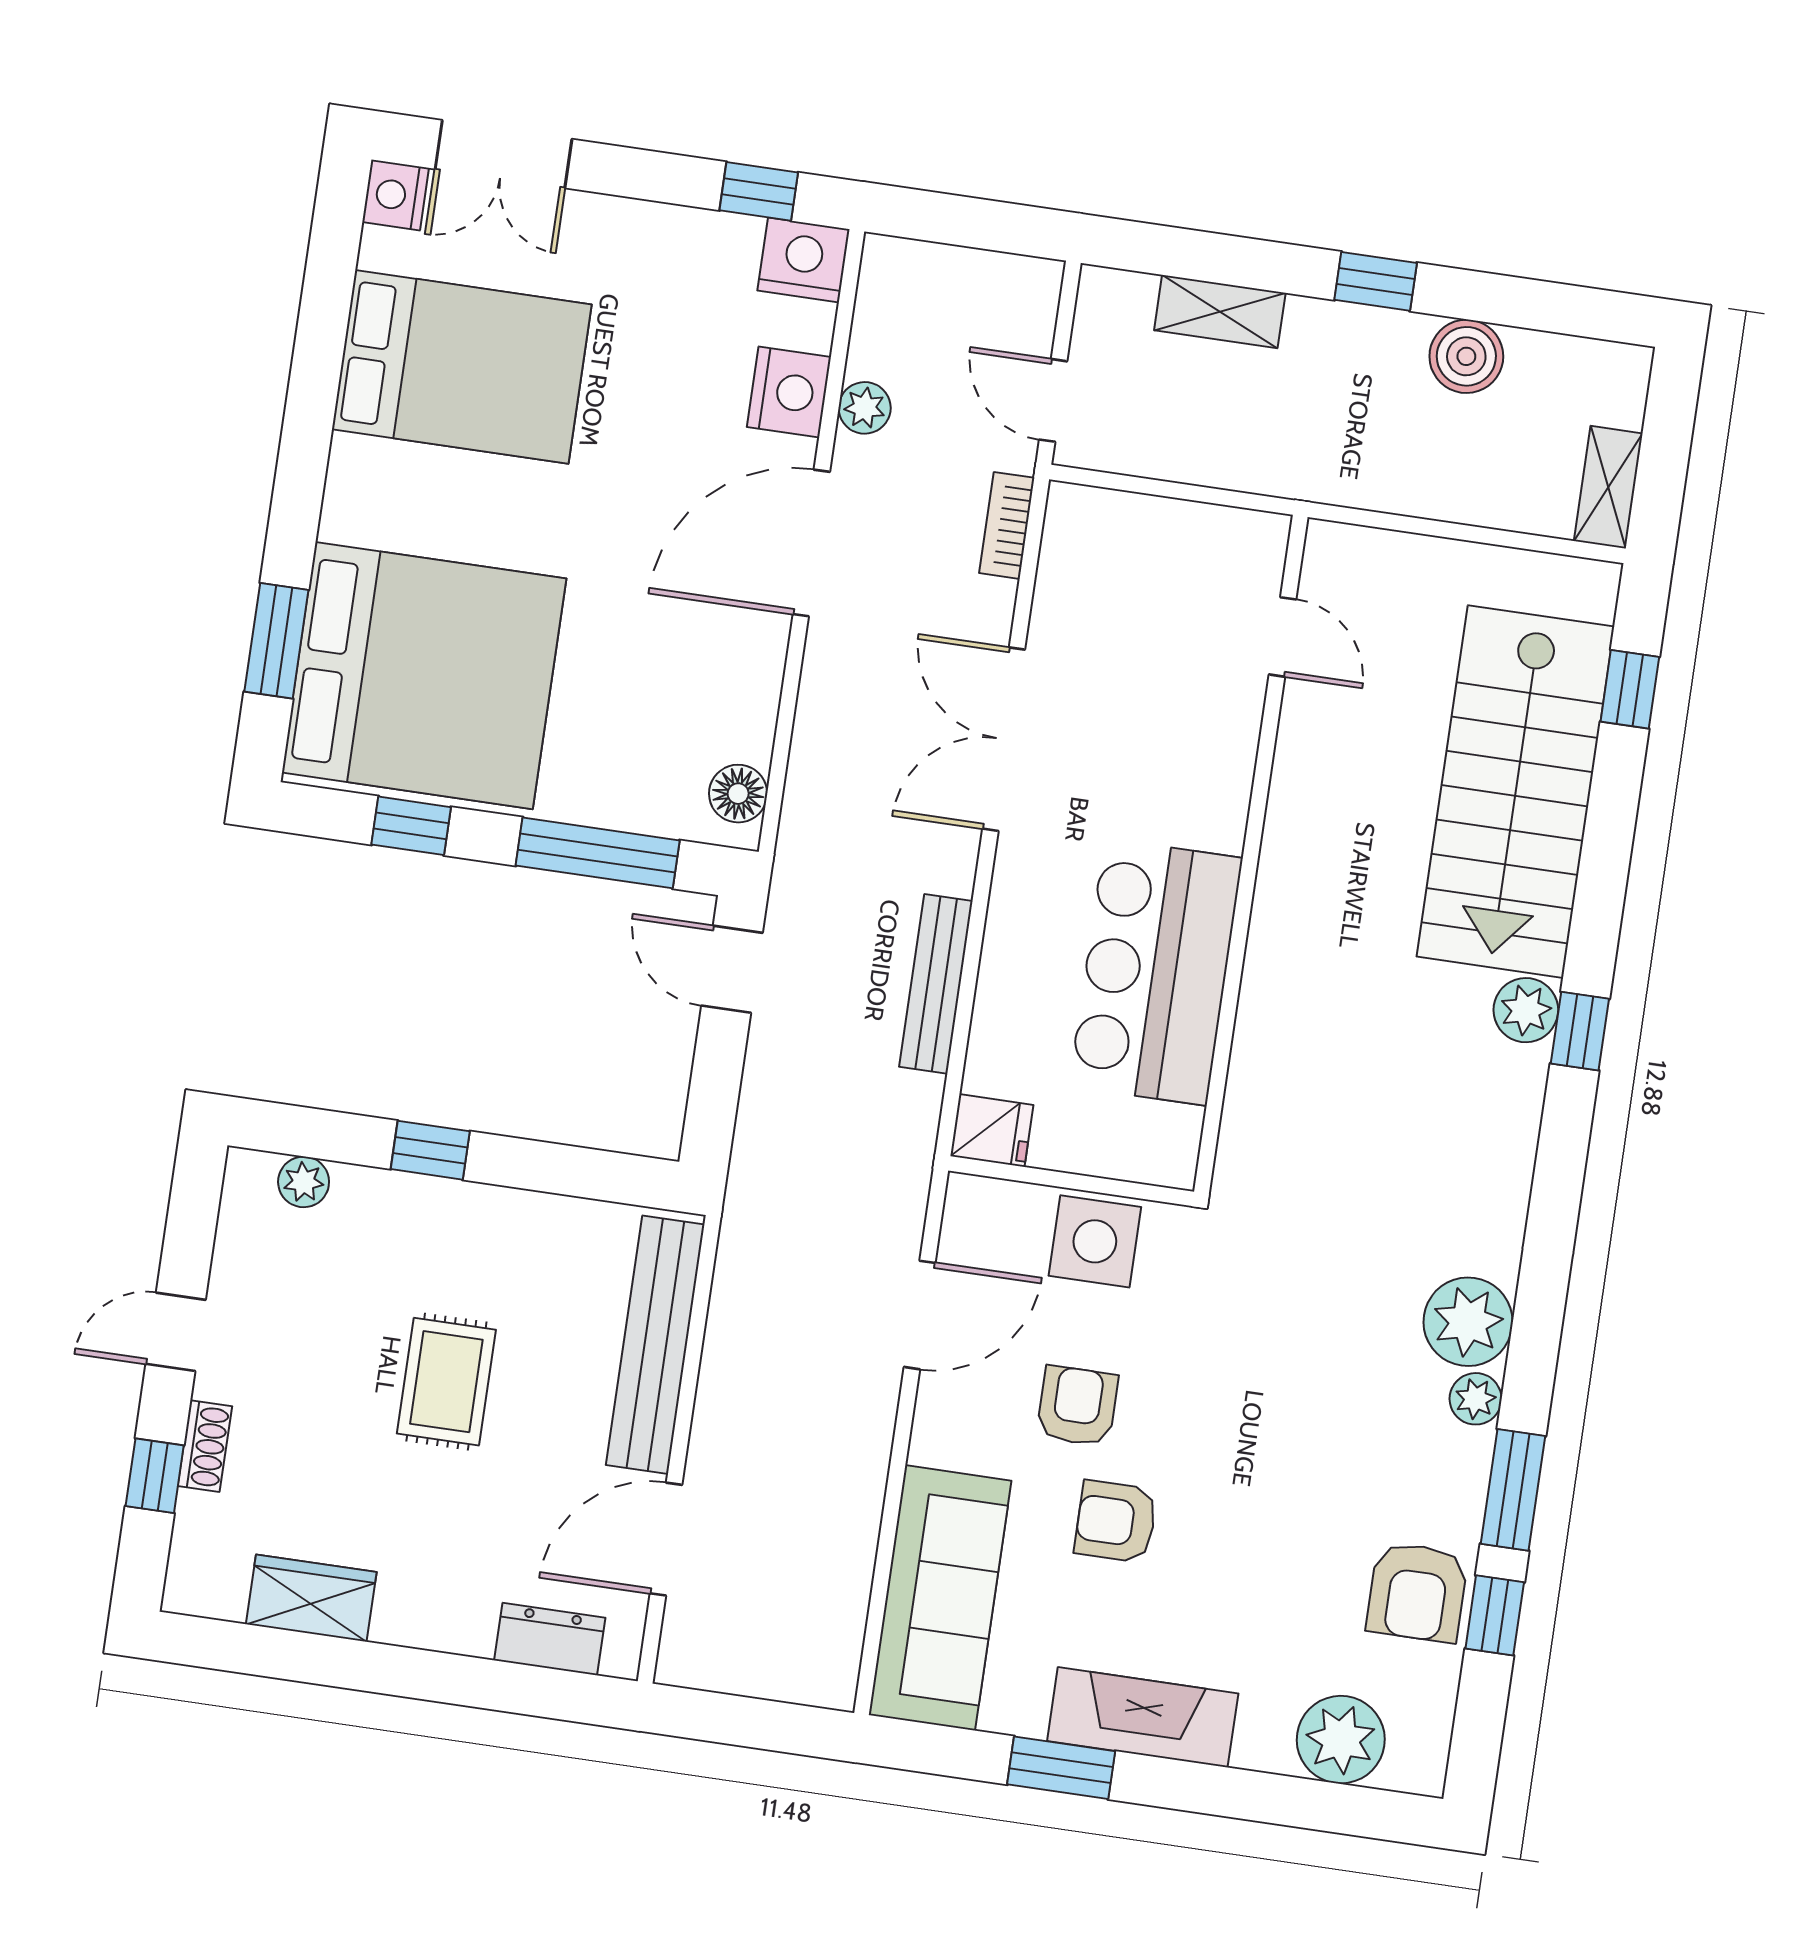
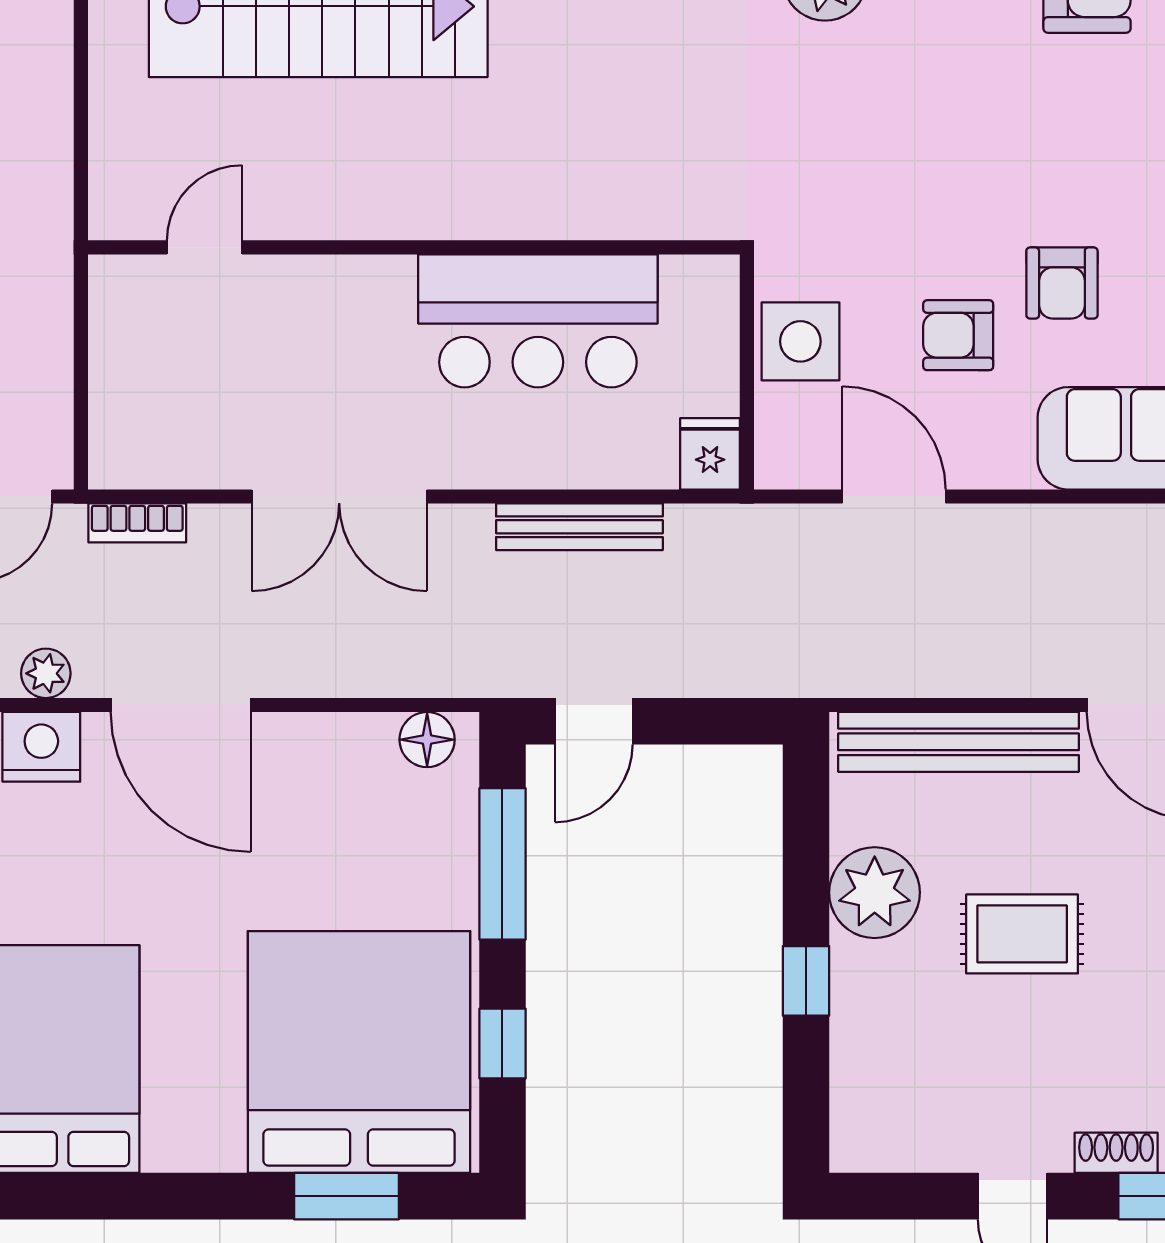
plant: (304, 1182) -> (875, 893), moved, width x1.87, depth x1.87

